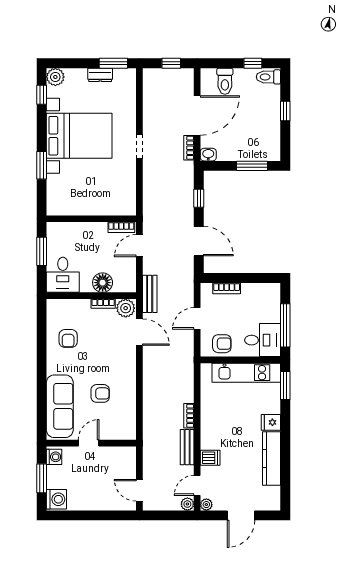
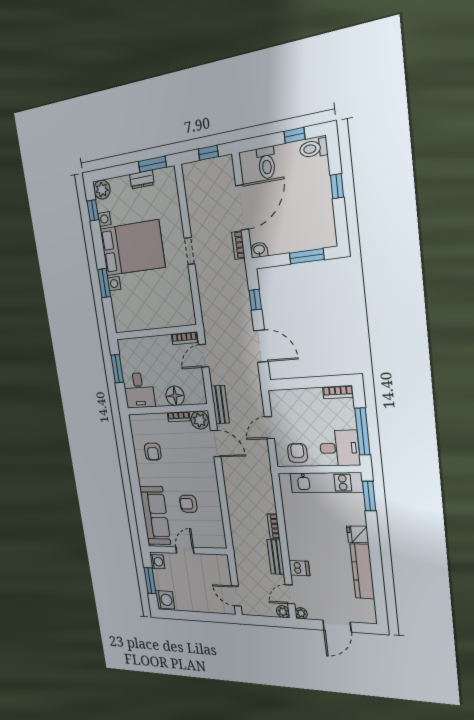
bookcase: (227, 288) -> (338, 392), moved
armchair: (222, 344) -> (297, 453), turned -90
armchair: (100, 393) -> (188, 504), turned 180

